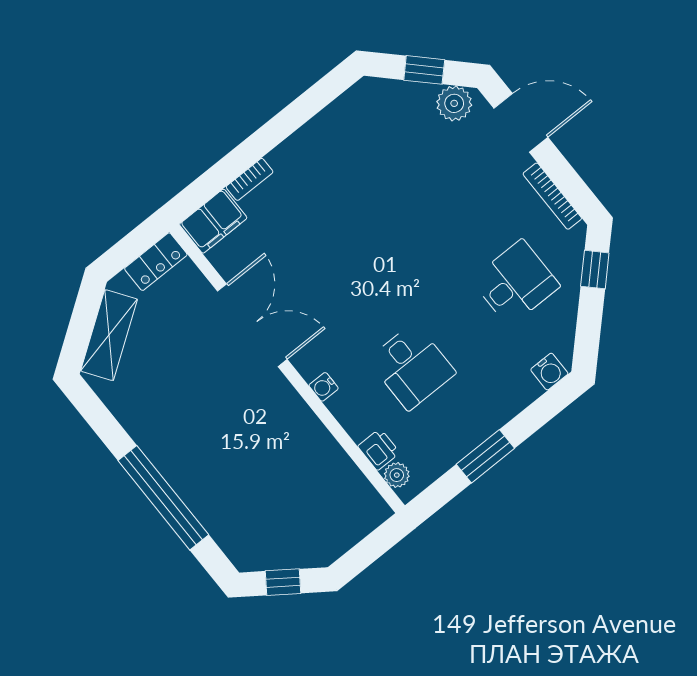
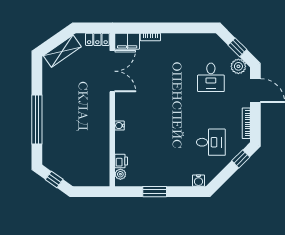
double door: (252, 325) -> (112, 71), moved
desk: (412, 366) -> (211, 77), moved

